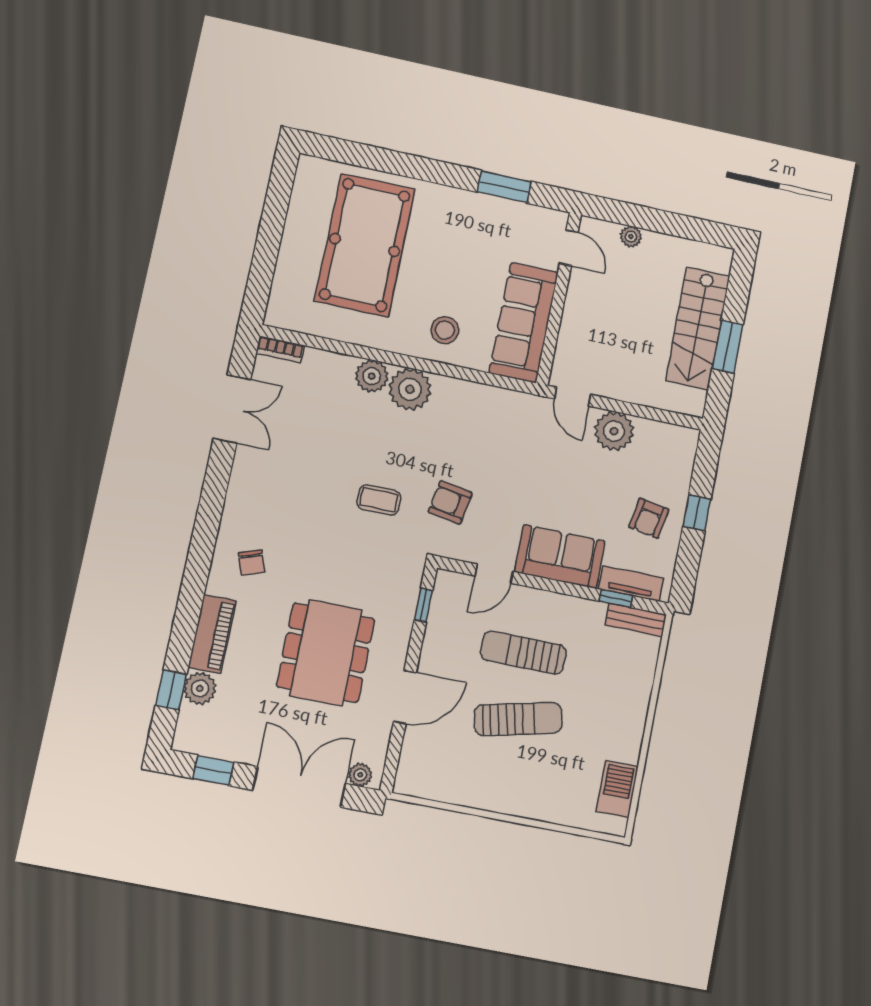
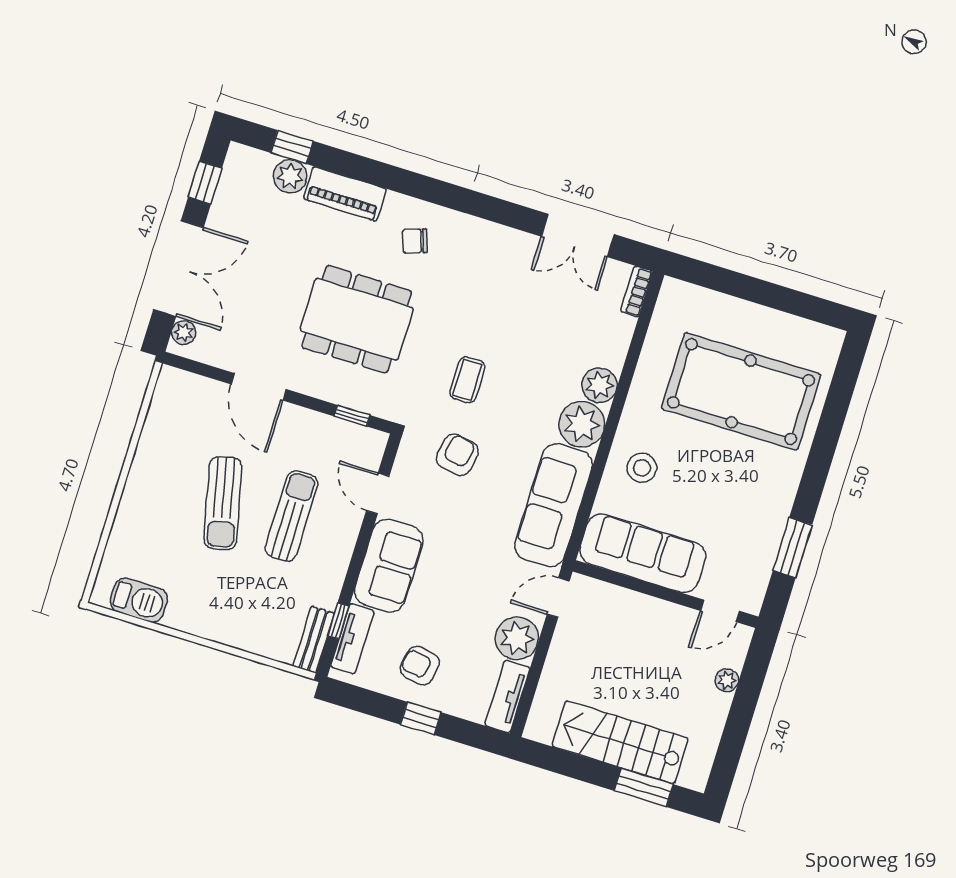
window: (728, 347) -> (644, 787), moved
sofa: (488, 409) -> (554, 505), added
tv unit: (668, 435) -> (507, 696), added
dining table: (326, 653) -> (357, 319), moved

